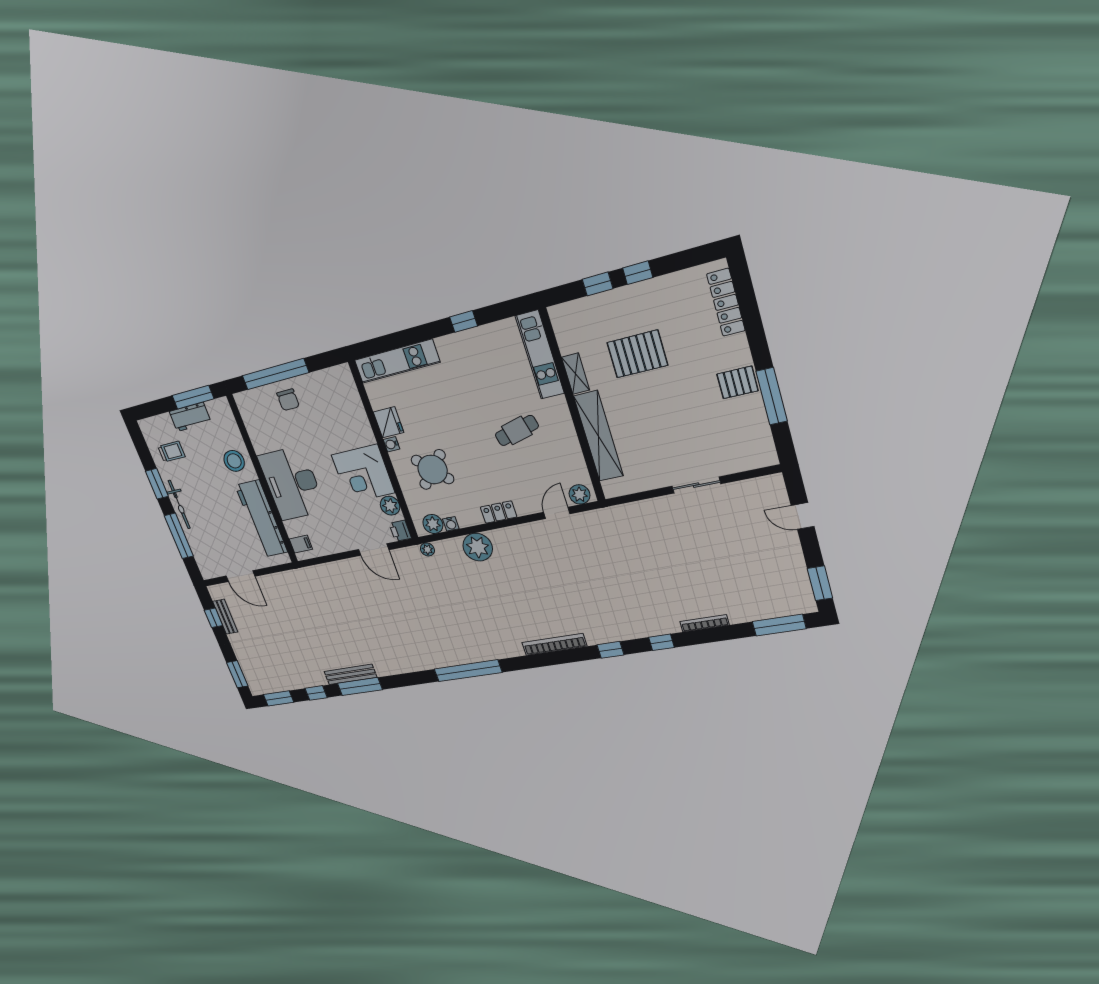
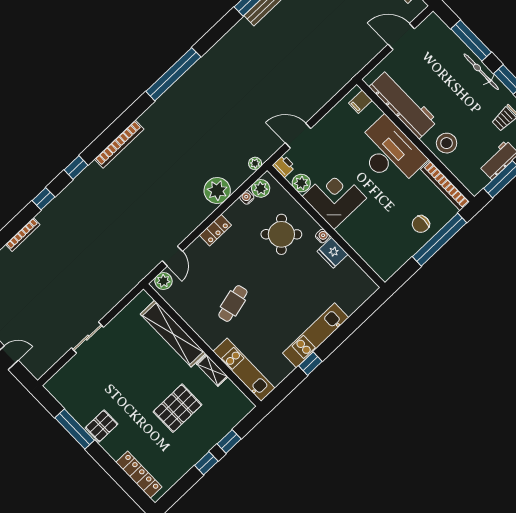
kitchen unit: (397, 361) -> (316, 335), moved
chair: (288, 400) -> (421, 224), turned -90
bookcase: (250, 423) -> (445, 186), added

